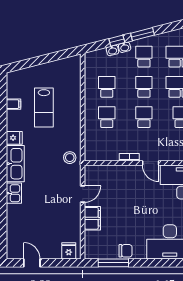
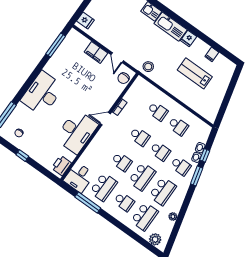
chair: (126, 251) -> (123, 78), moved

